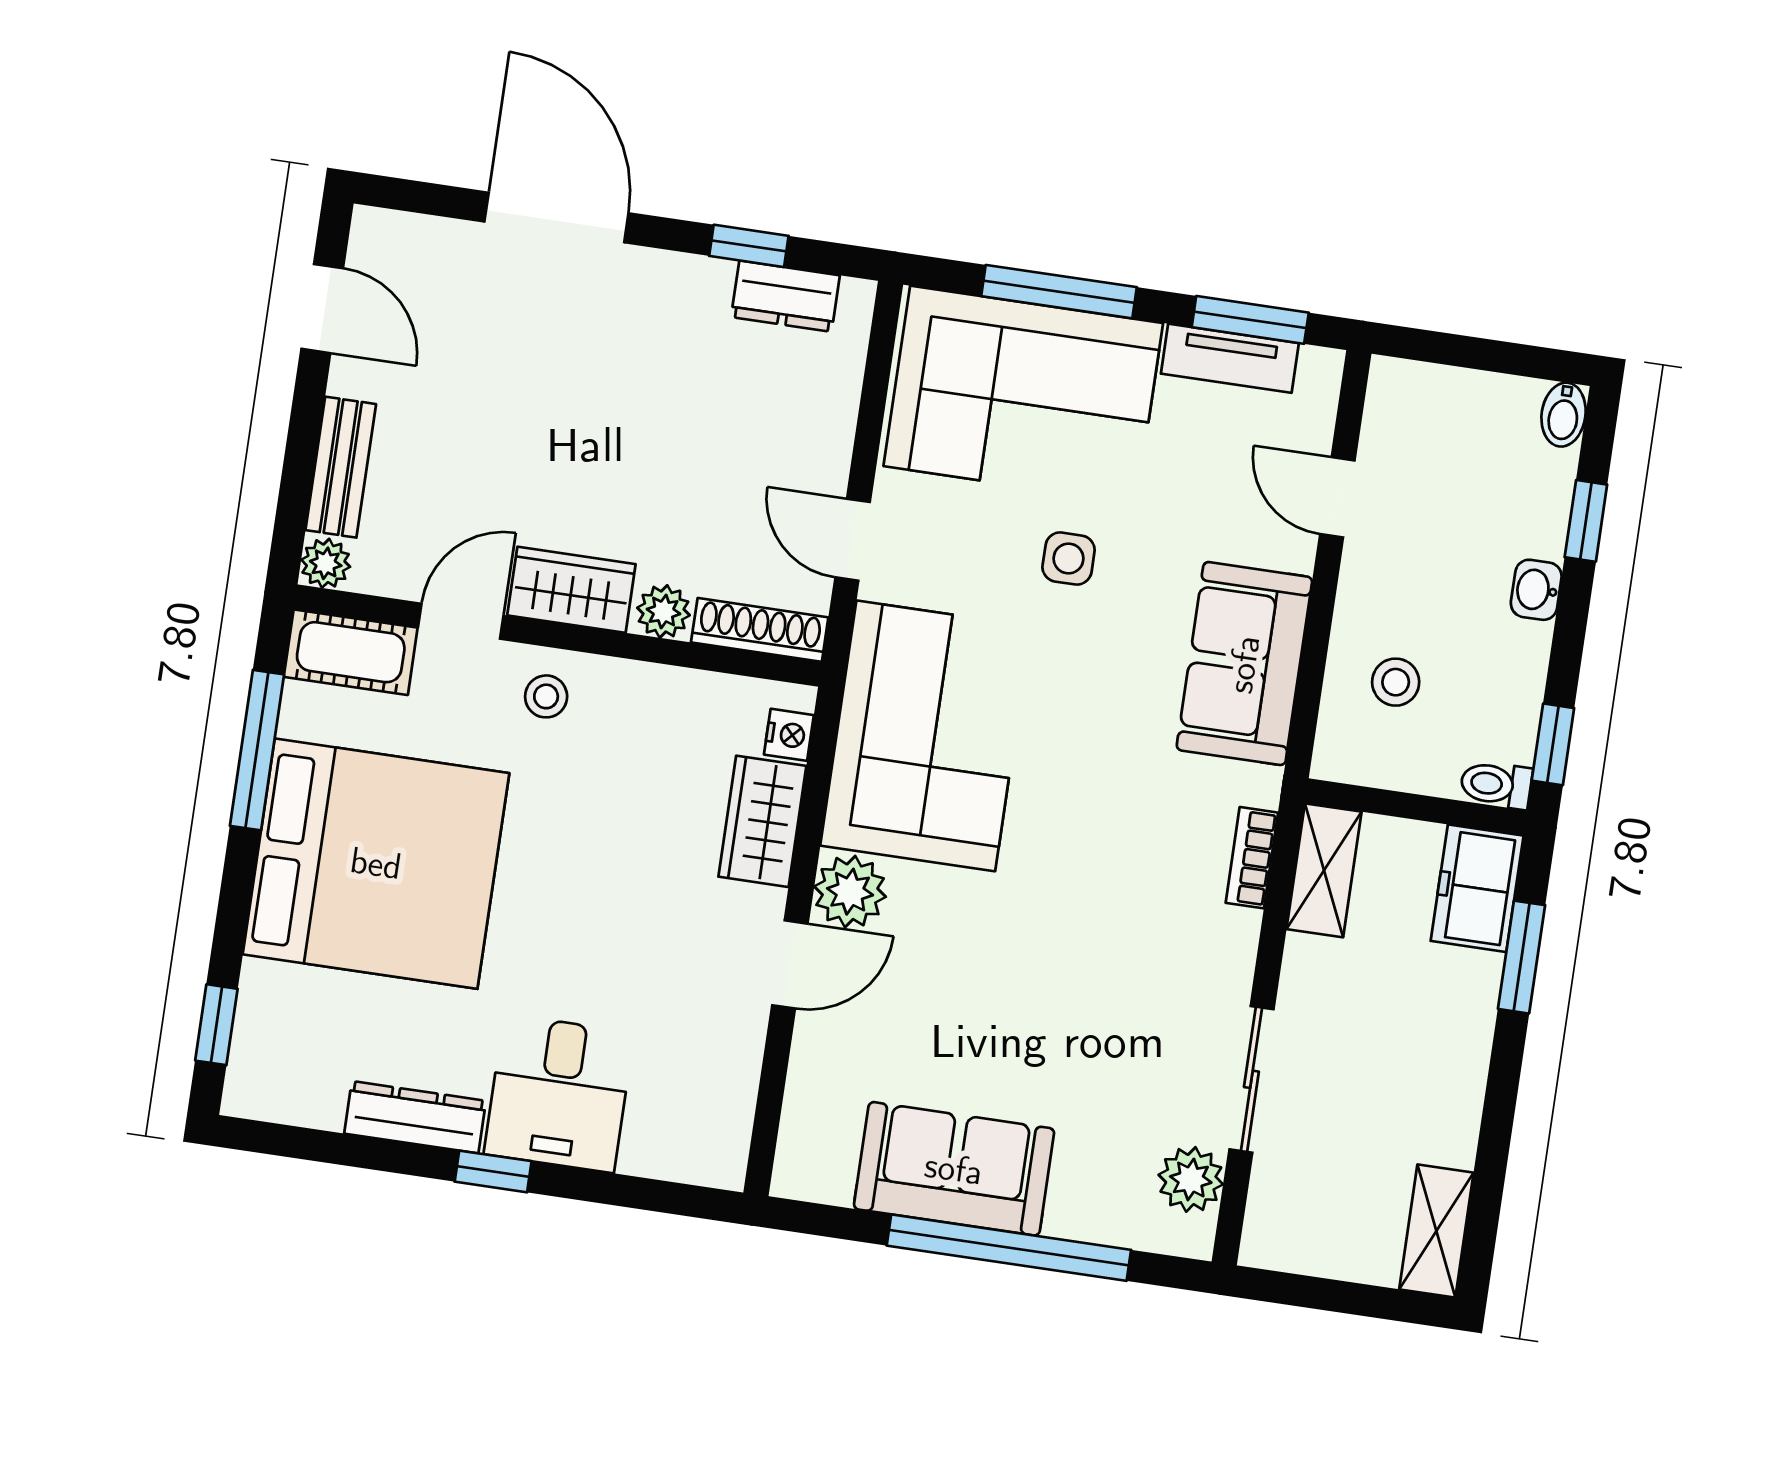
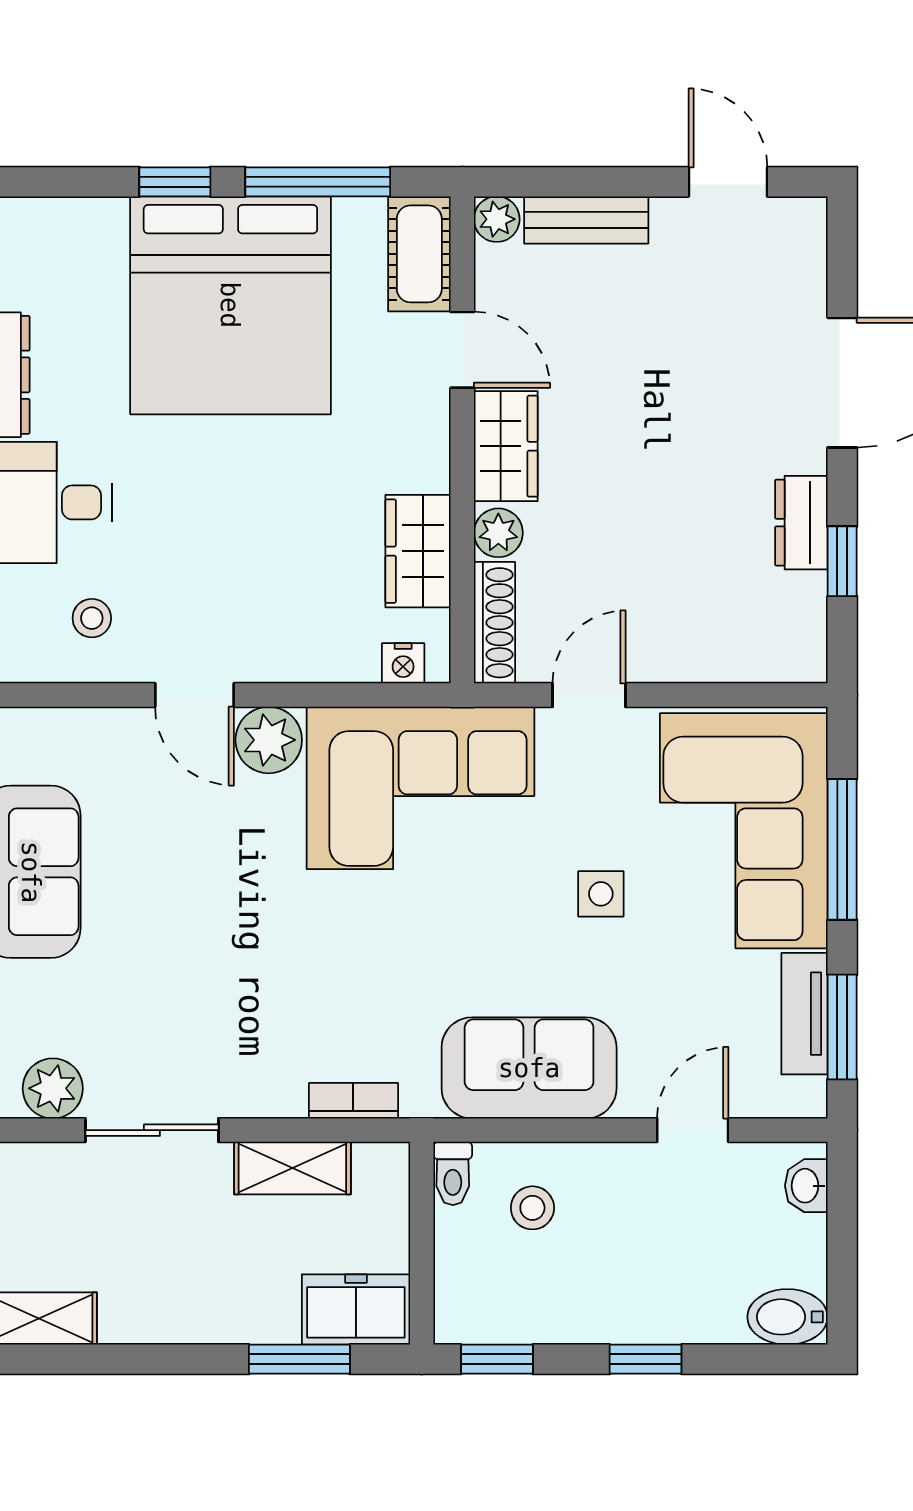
dresser: (785, 296) -> (801, 523), moved
door: (322, 309) -> (728, 182), swing flipped
bidet: (1564, 415) -> (787, 1317), width x1.38, depth x1.36
window: (1586, 521) -> (646, 1359), moved
washbasin: (1536, 590) -> (806, 1186), moved, turned -90
stool: (546, 696) -> (92, 618), moved
toilet: (1496, 785) -> (453, 1173), moved, turned 180
wardrobe: (762, 821) -> (418, 551), moved, turned -90
shelving: (1324, 870) -> (292, 1168), moved
window: (216, 1025) -> (175, 182), moved

